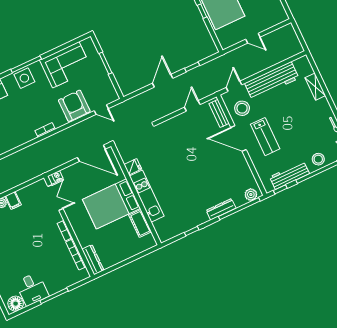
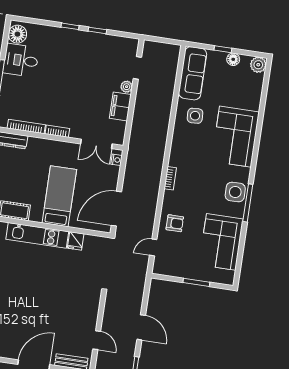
armchair: (74, 106) -> (175, 223), width x0.53, depth x0.53
filing cabinet: (13, 200) -> (120, 106), width x2.00
bed: (112, 204) -> (59, 196), width x0.67

